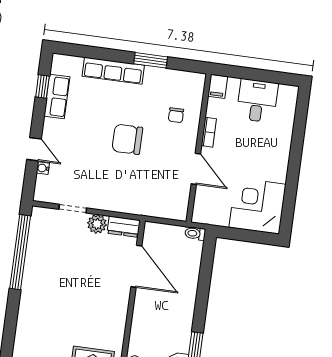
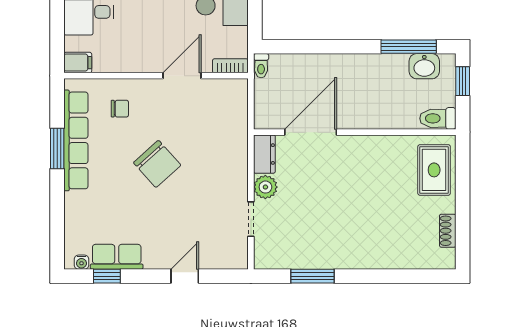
row of seats: (113, 71) -> (76, 140), moved, width x1.36
bookcase: (209, 132) -> (230, 66), moved
chair: (127, 139) -> (157, 164), turned -42
water cooler: (43, 168) -> (81, 262), moved
window: (20, 252) -> (312, 276), width x0.47

